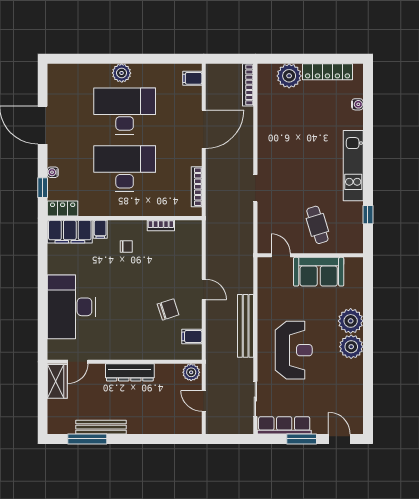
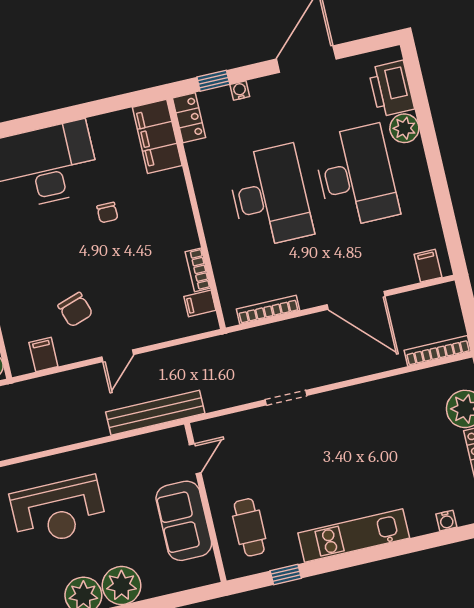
plant: (122, 73) -> (404, 128), moved
printer: (74, 75) -> (391, 89), added
cafe table: (317, 225) -> (249, 527), moved, turned -73
filing cabinet: (100, 229) -> (200, 303), moved
chair: (126, 247) -> (107, 213), moved
bench: (246, 326) -> (155, 413), moved

